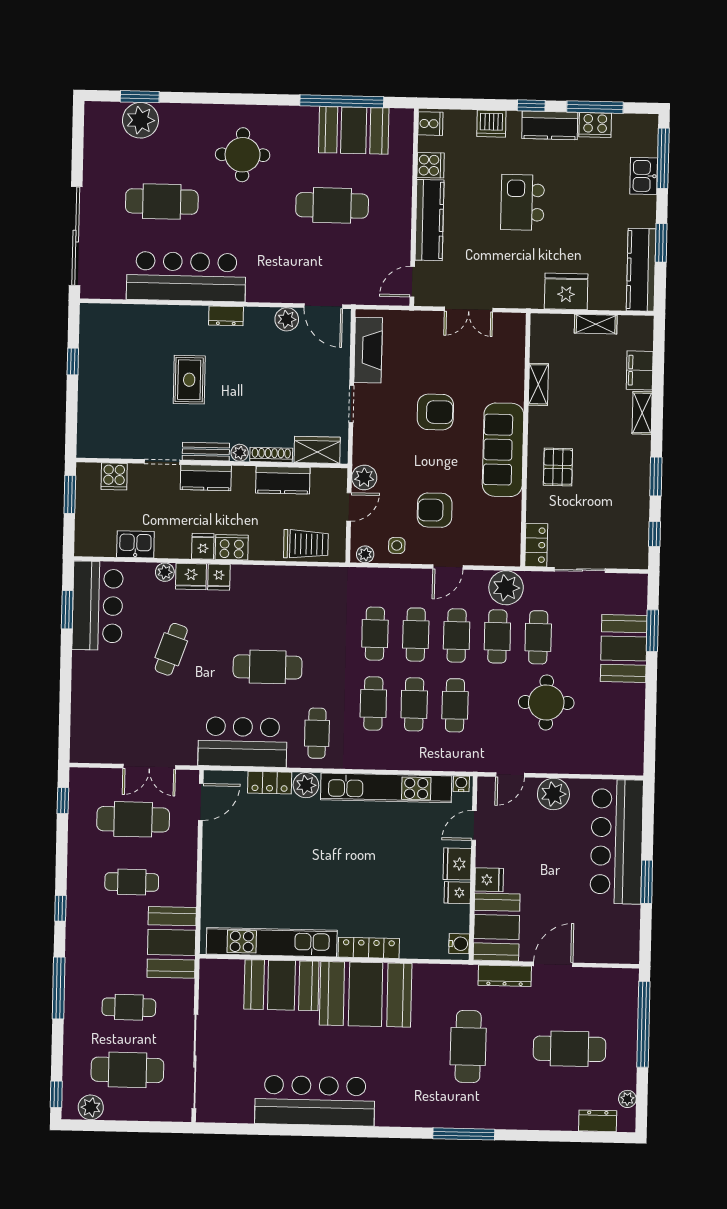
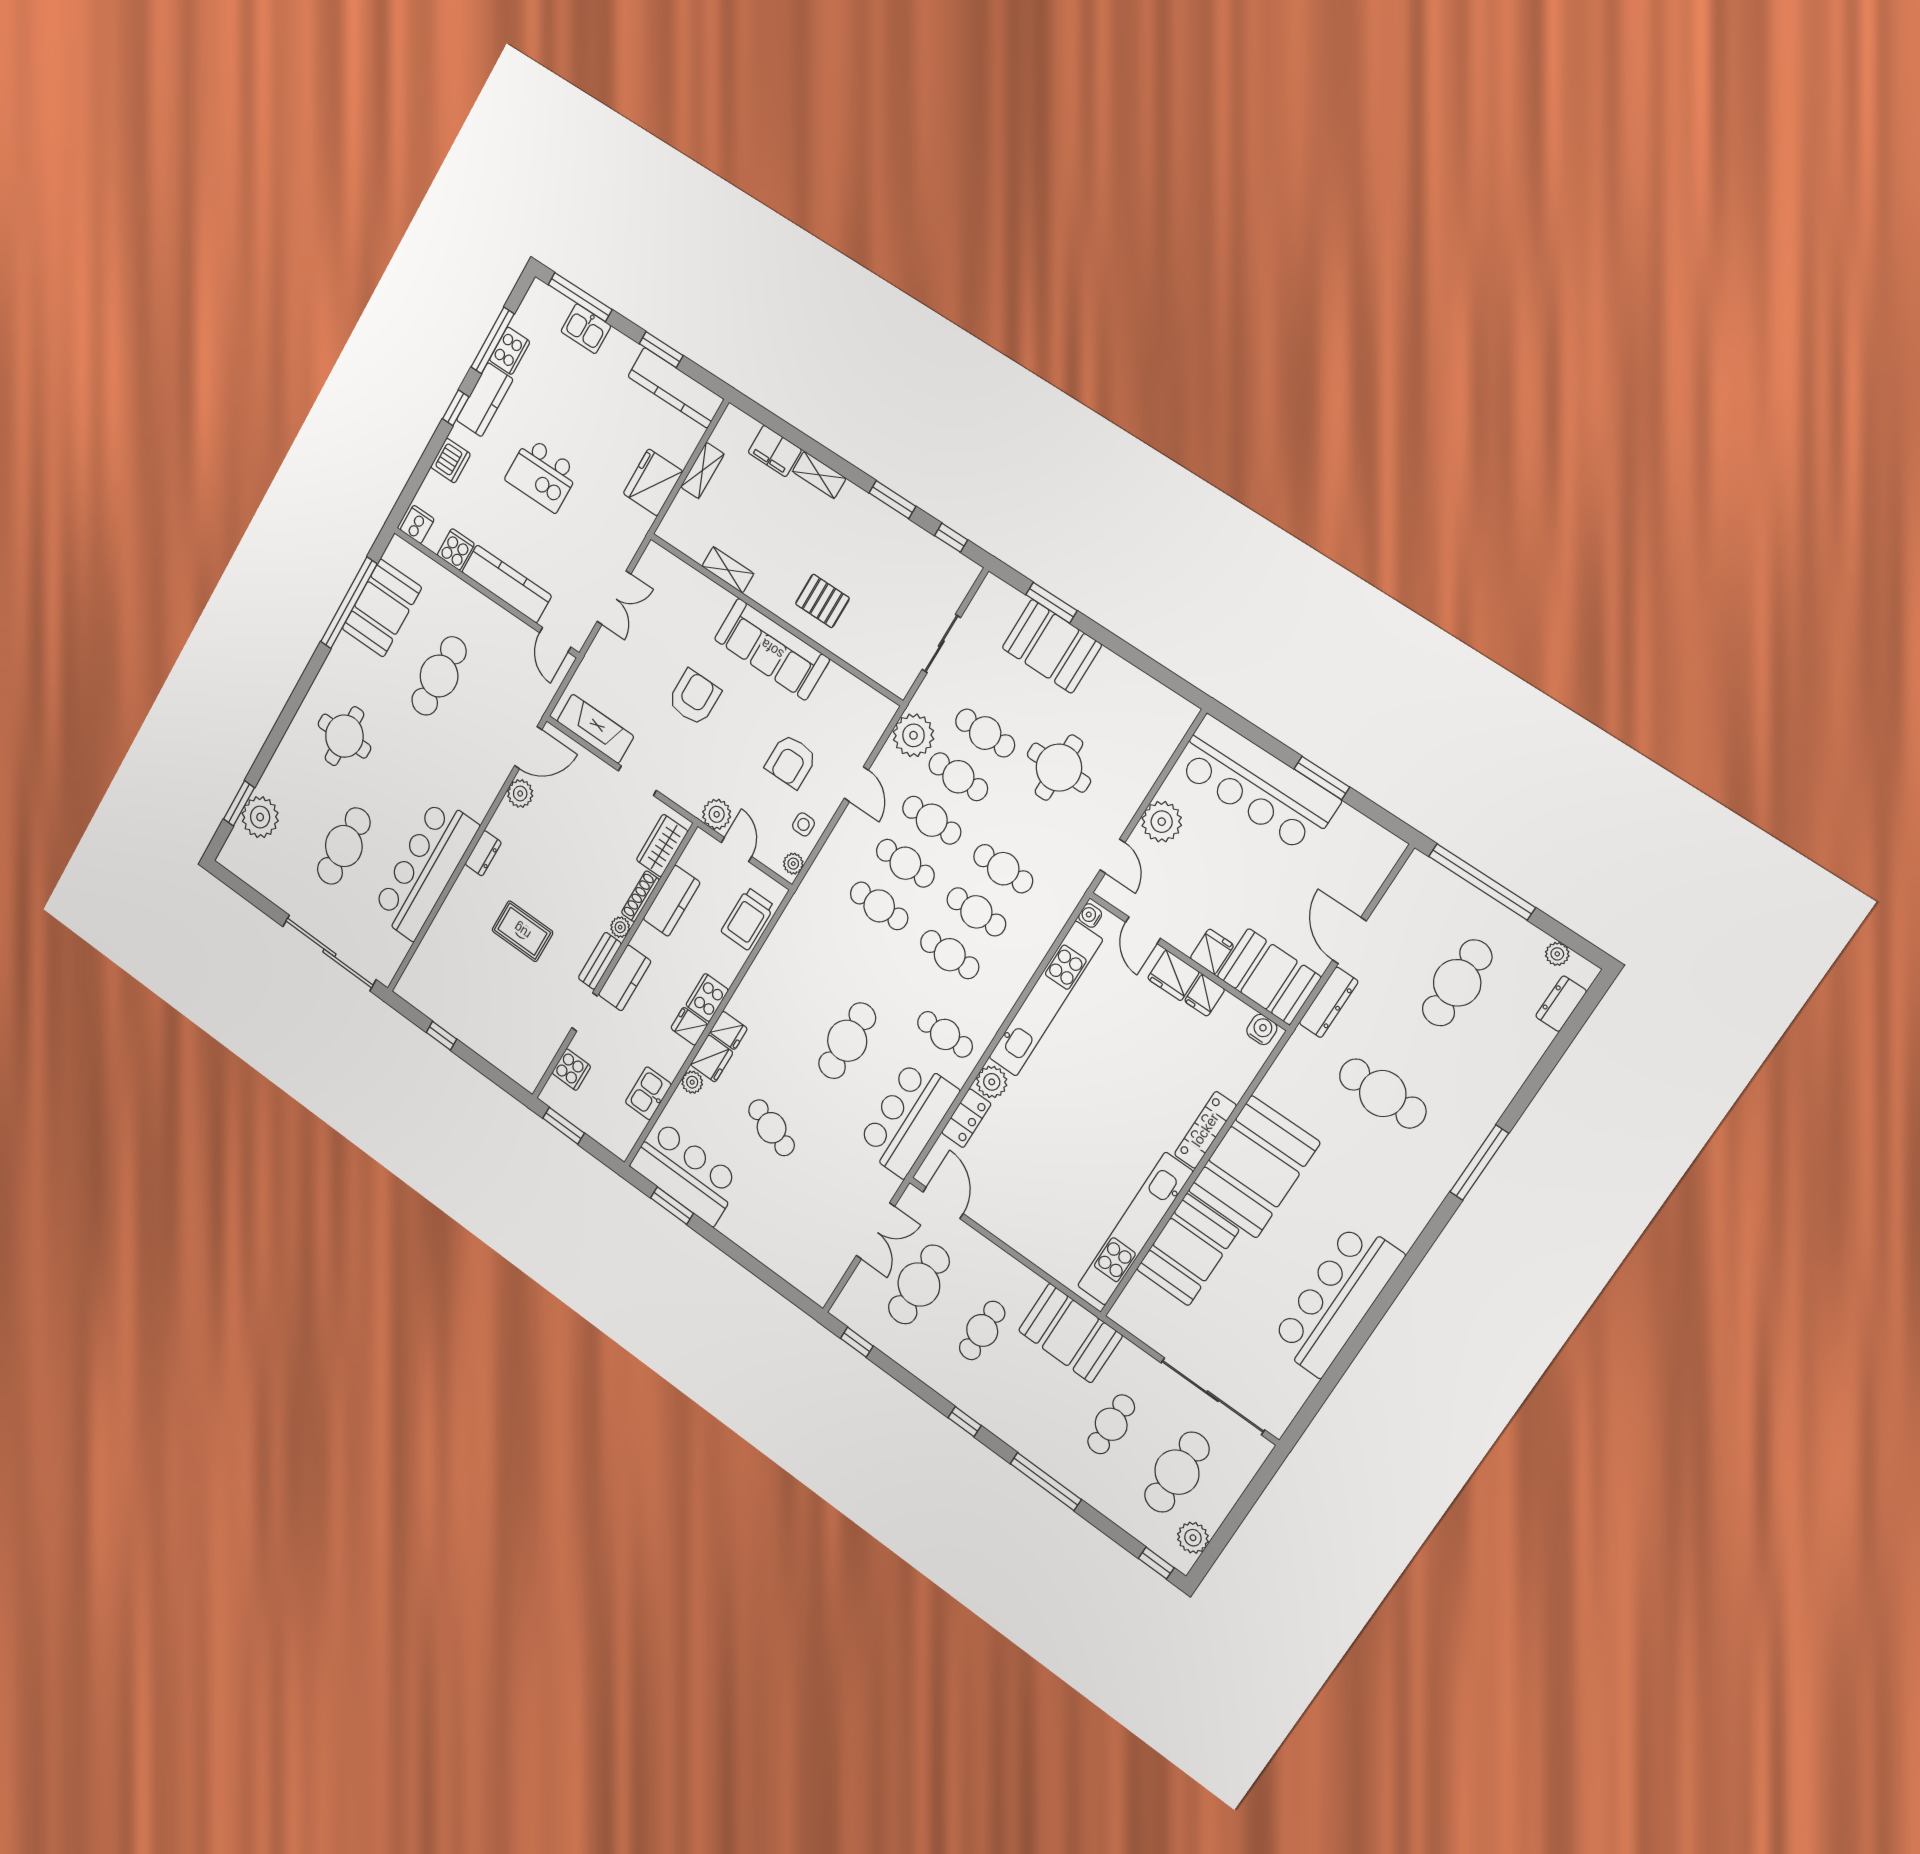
trolley: (306, 544) -> (748, 919), turned 180
locker: (536, 545) -> (888, 675), removed

